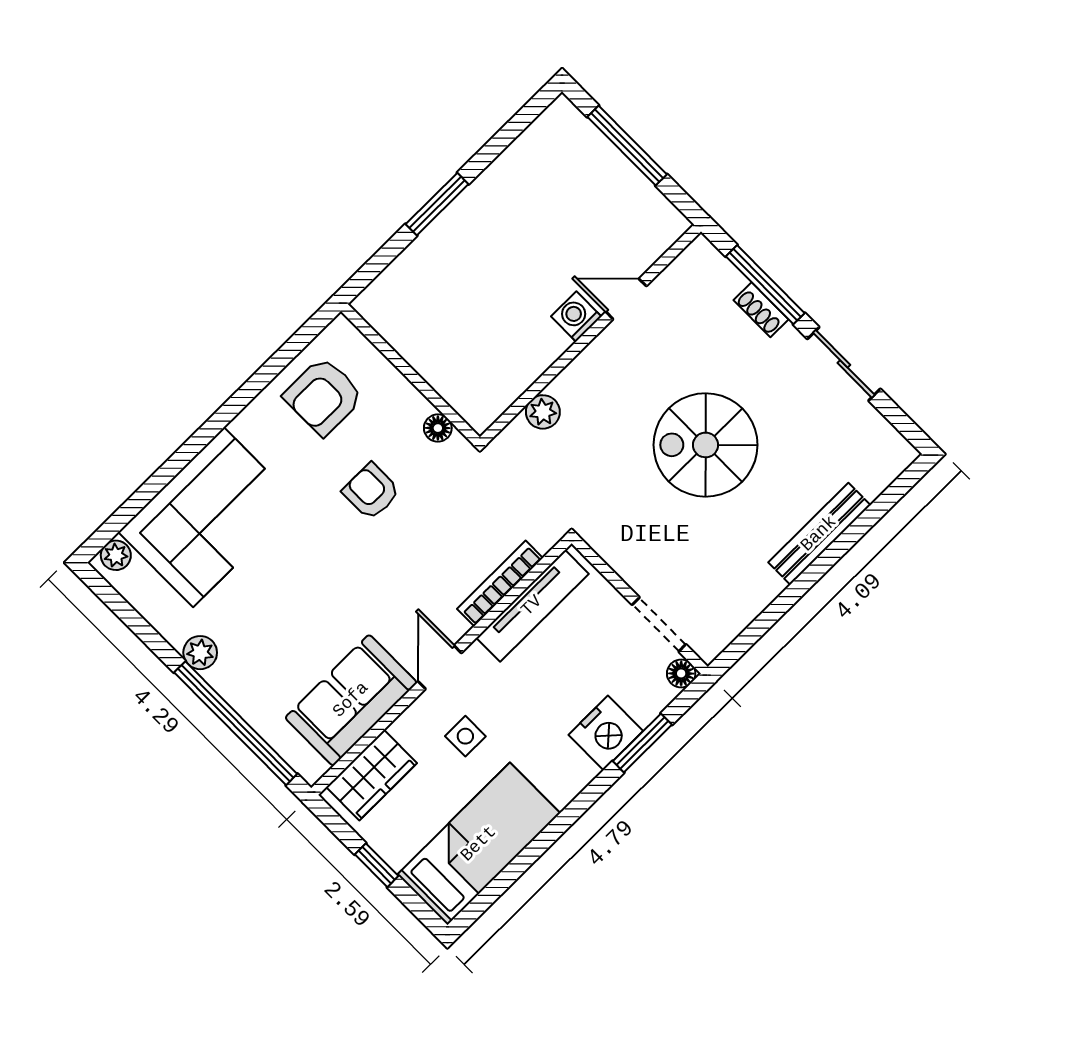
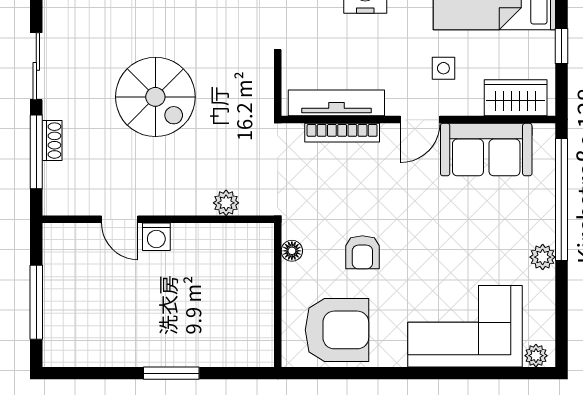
armchair: (323, 396) -> (337, 330), width x1.36, depth x1.36

